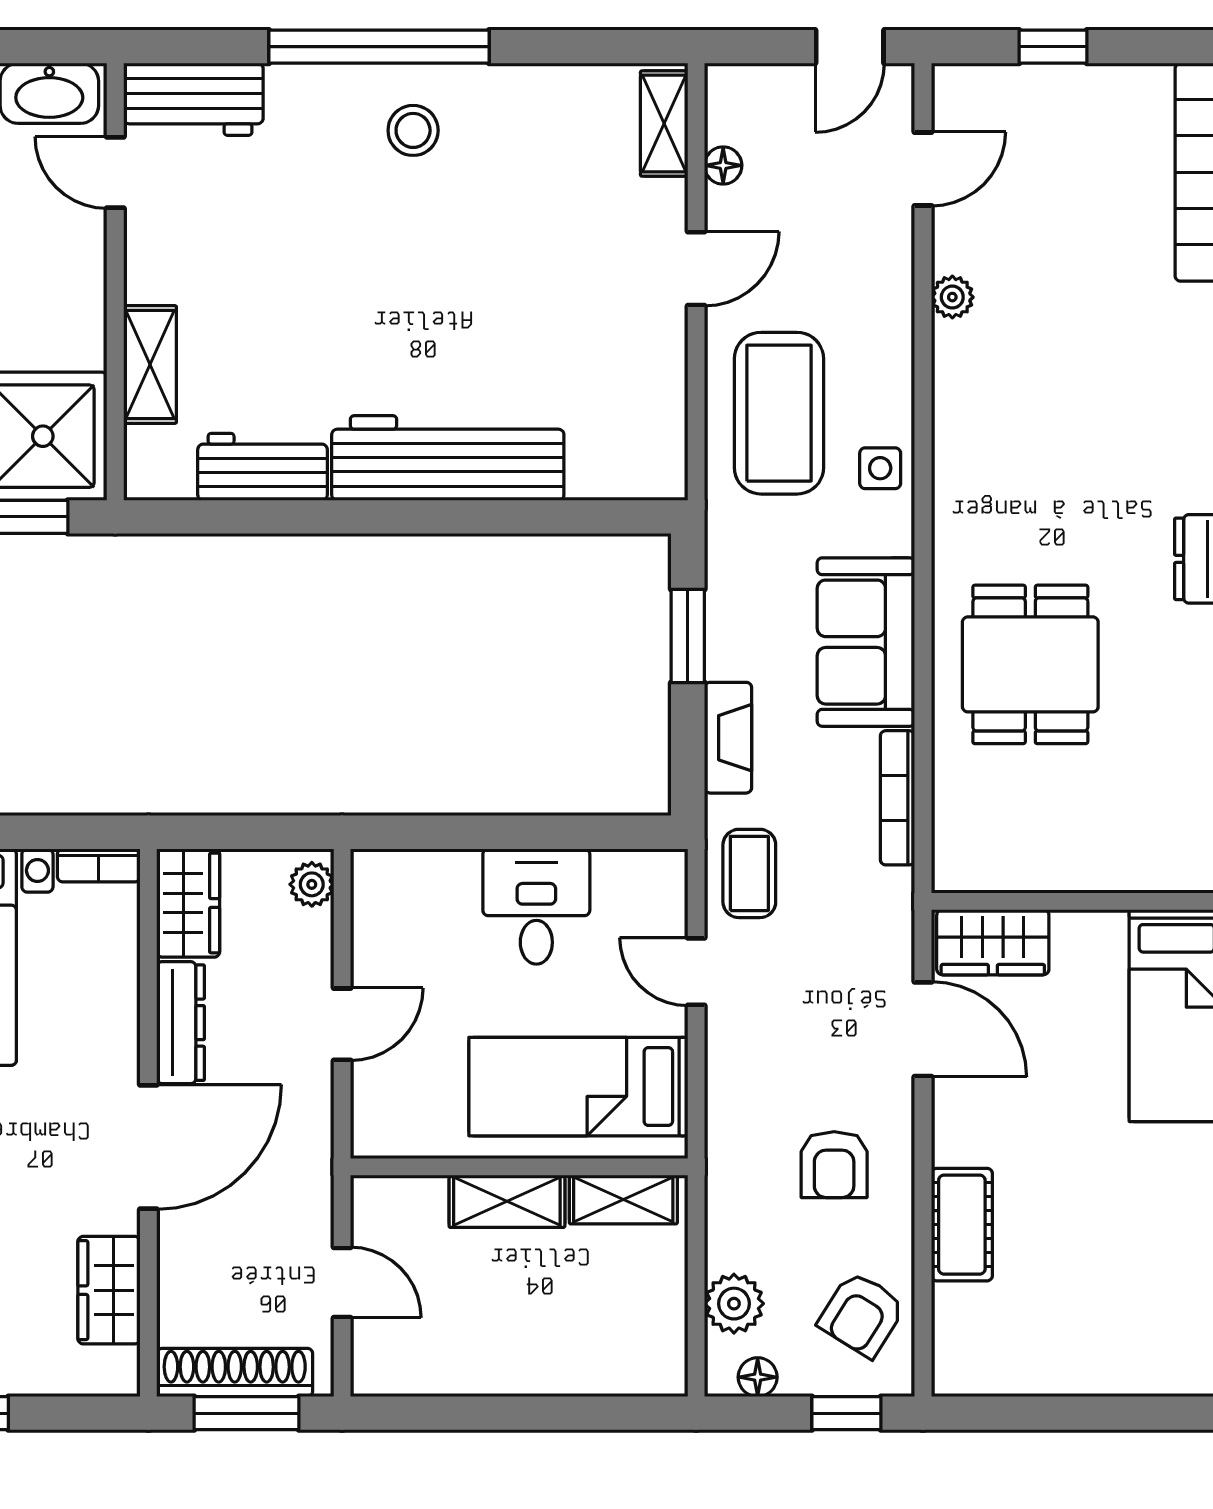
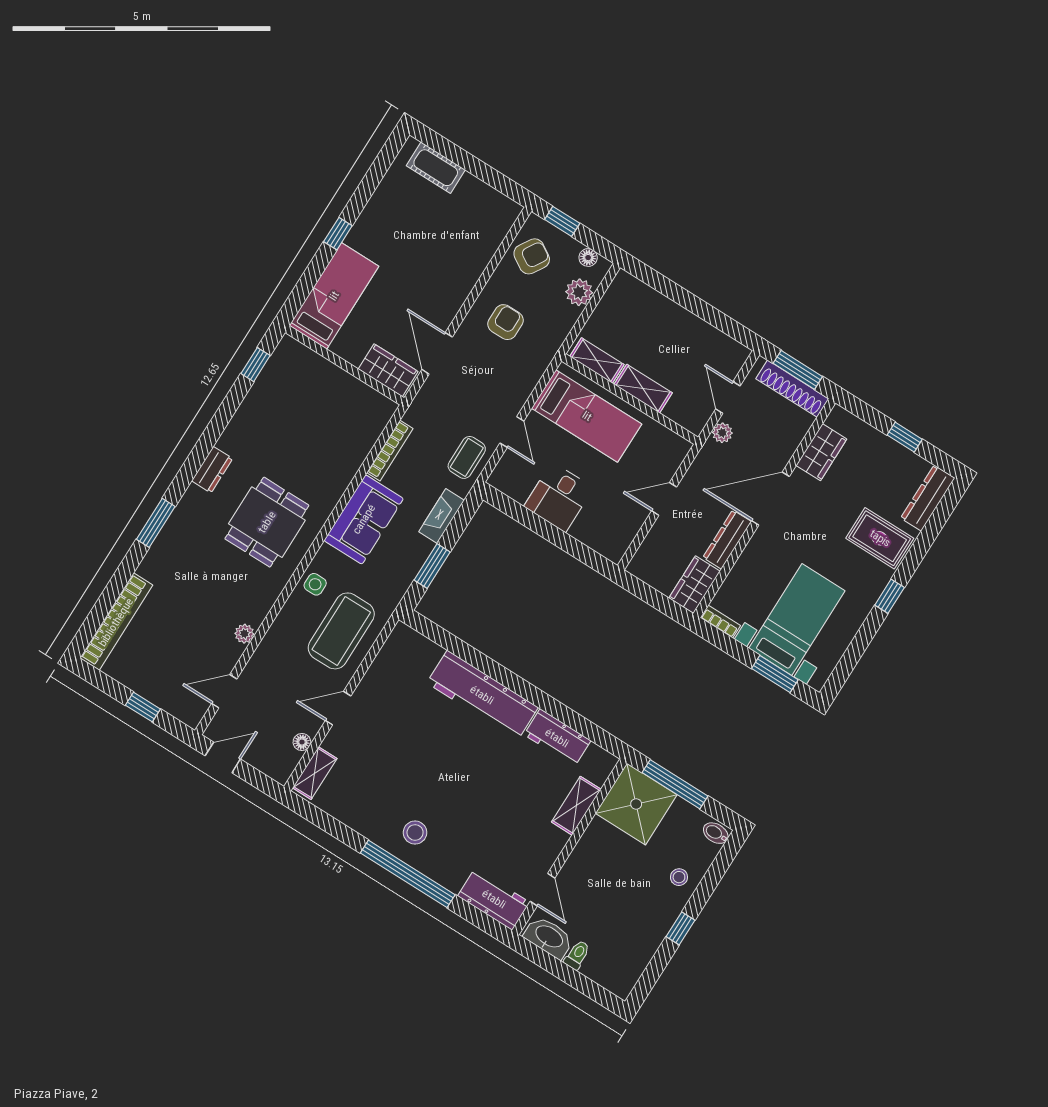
dining table: (1030, 664) -> (267, 522), moved
plant: (312, 884) -> (722, 433), moved
cot: (962, 1225) -> (436, 168), moved, turned 90

